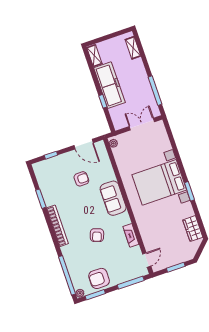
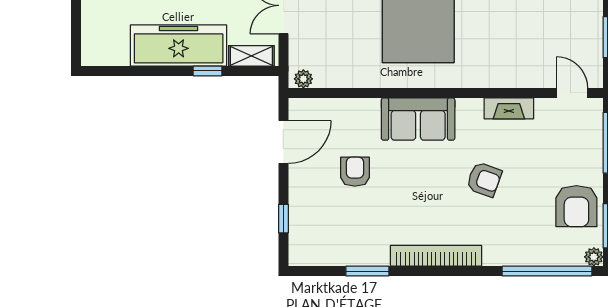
shelving: (94, 56) -> (251, 56), moved

